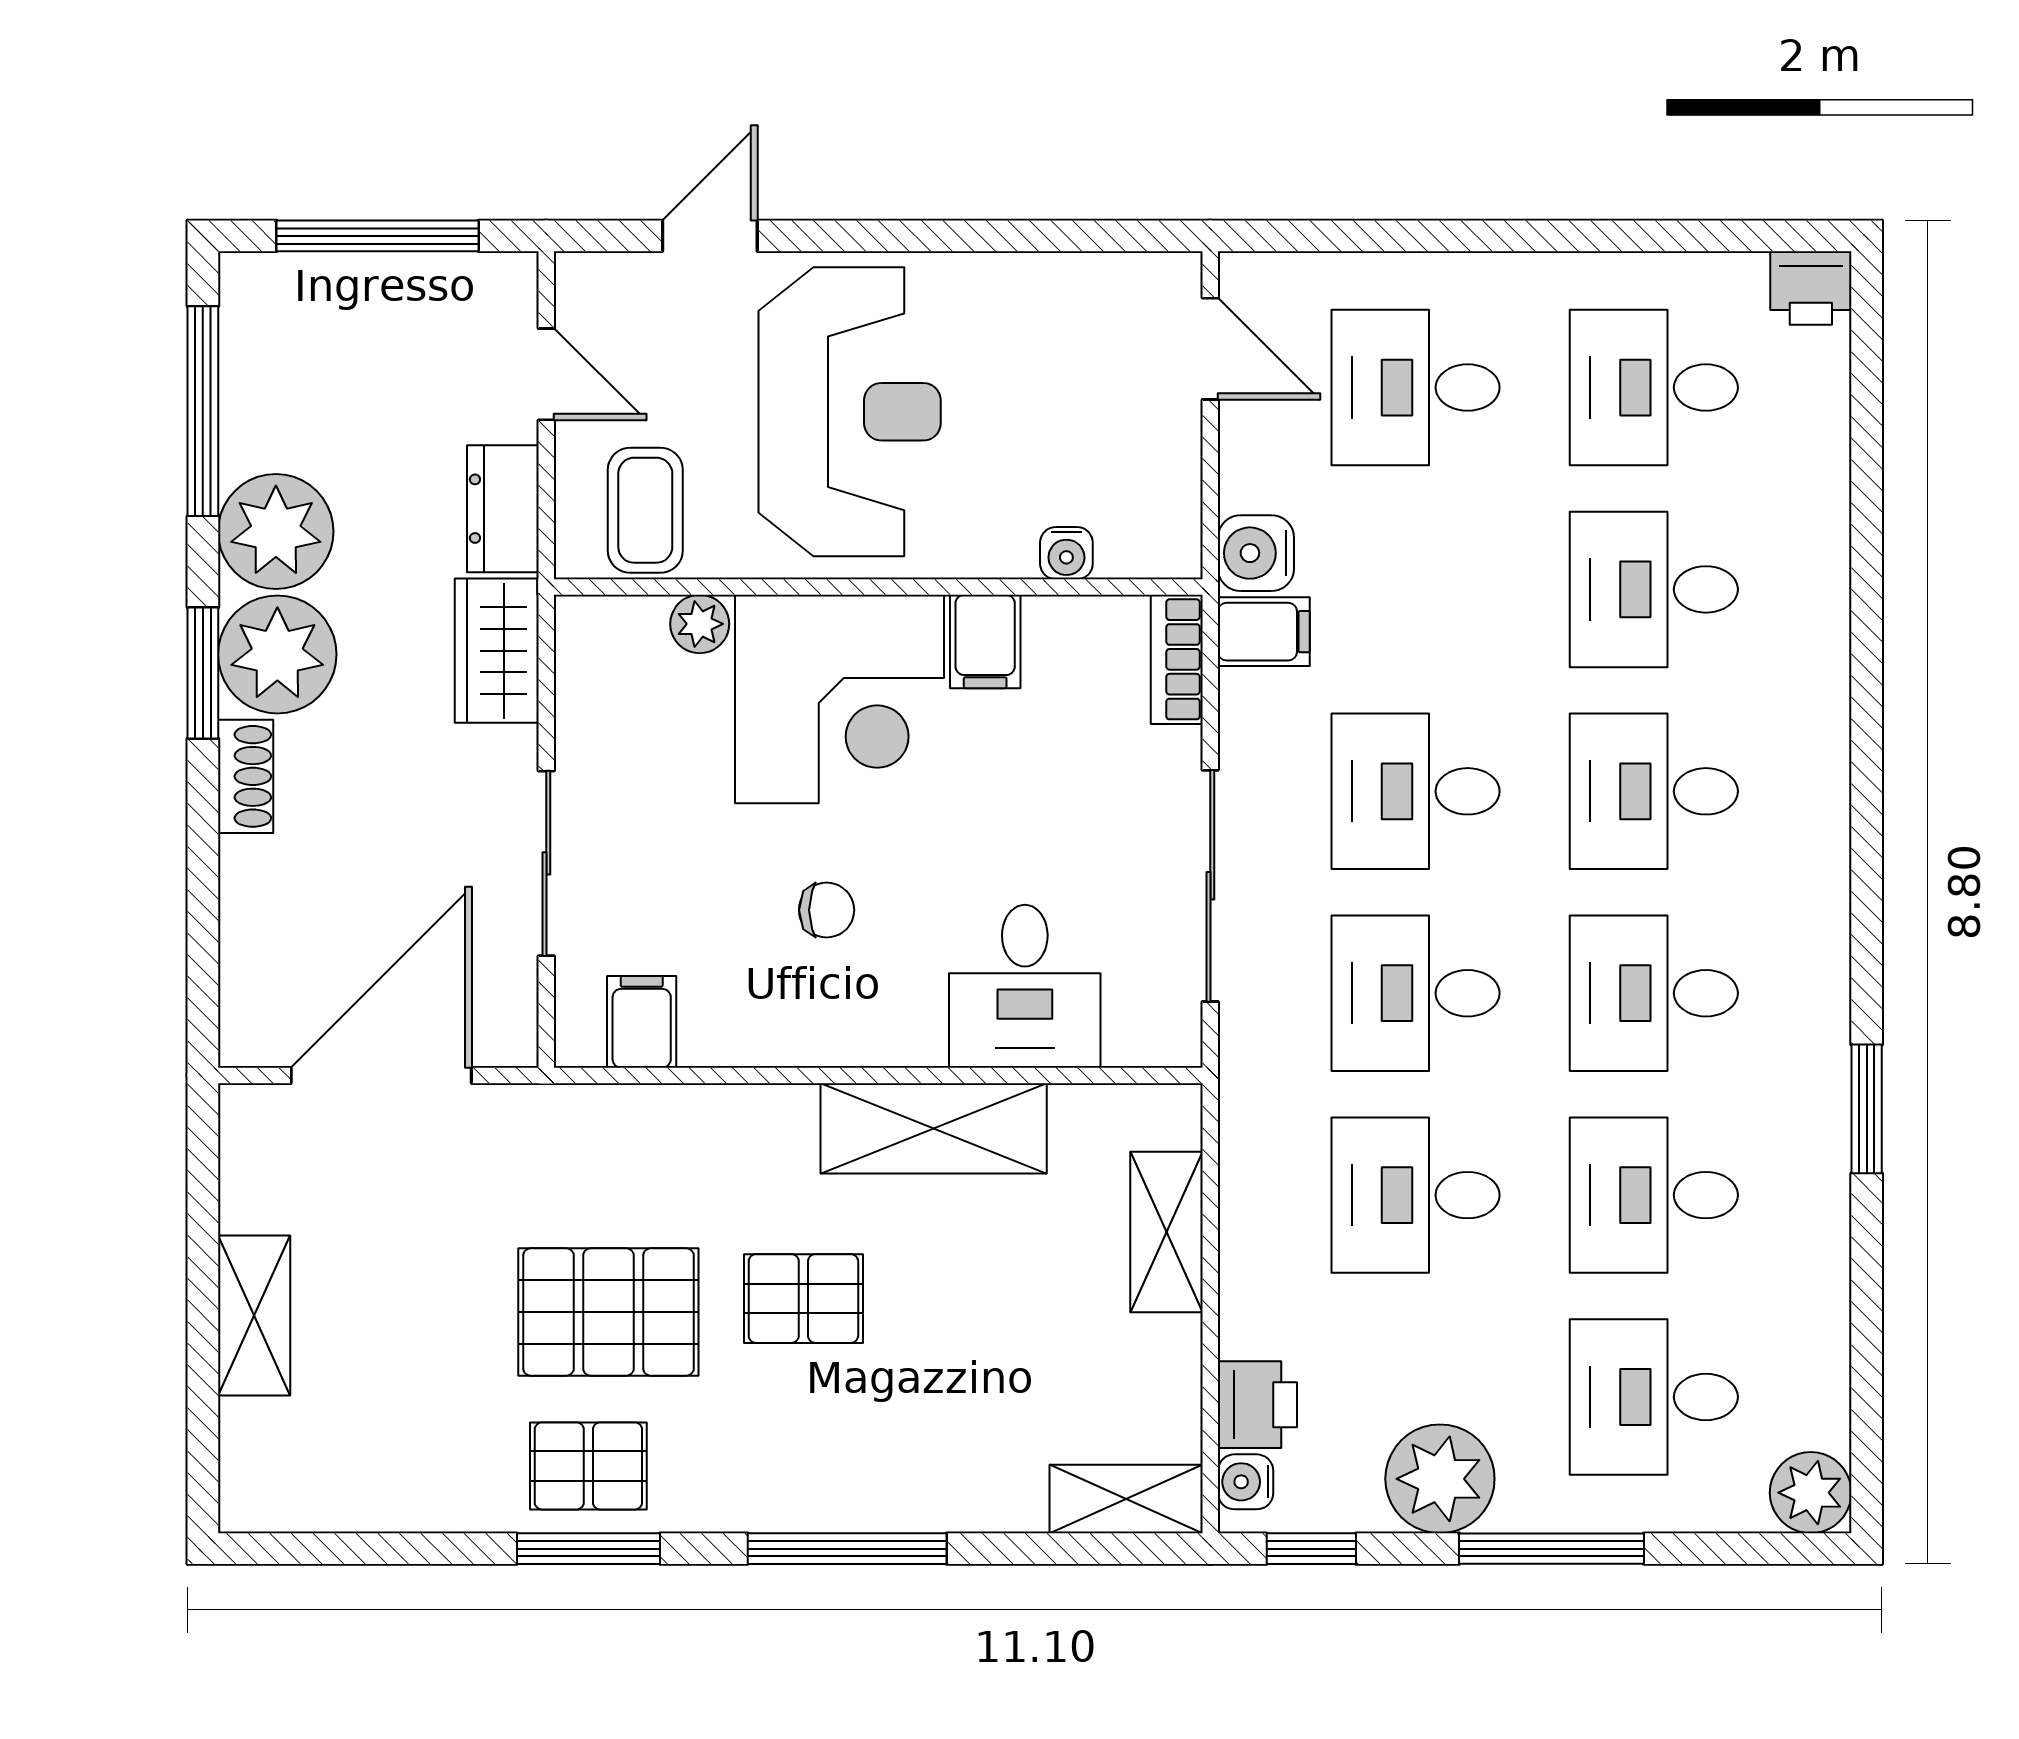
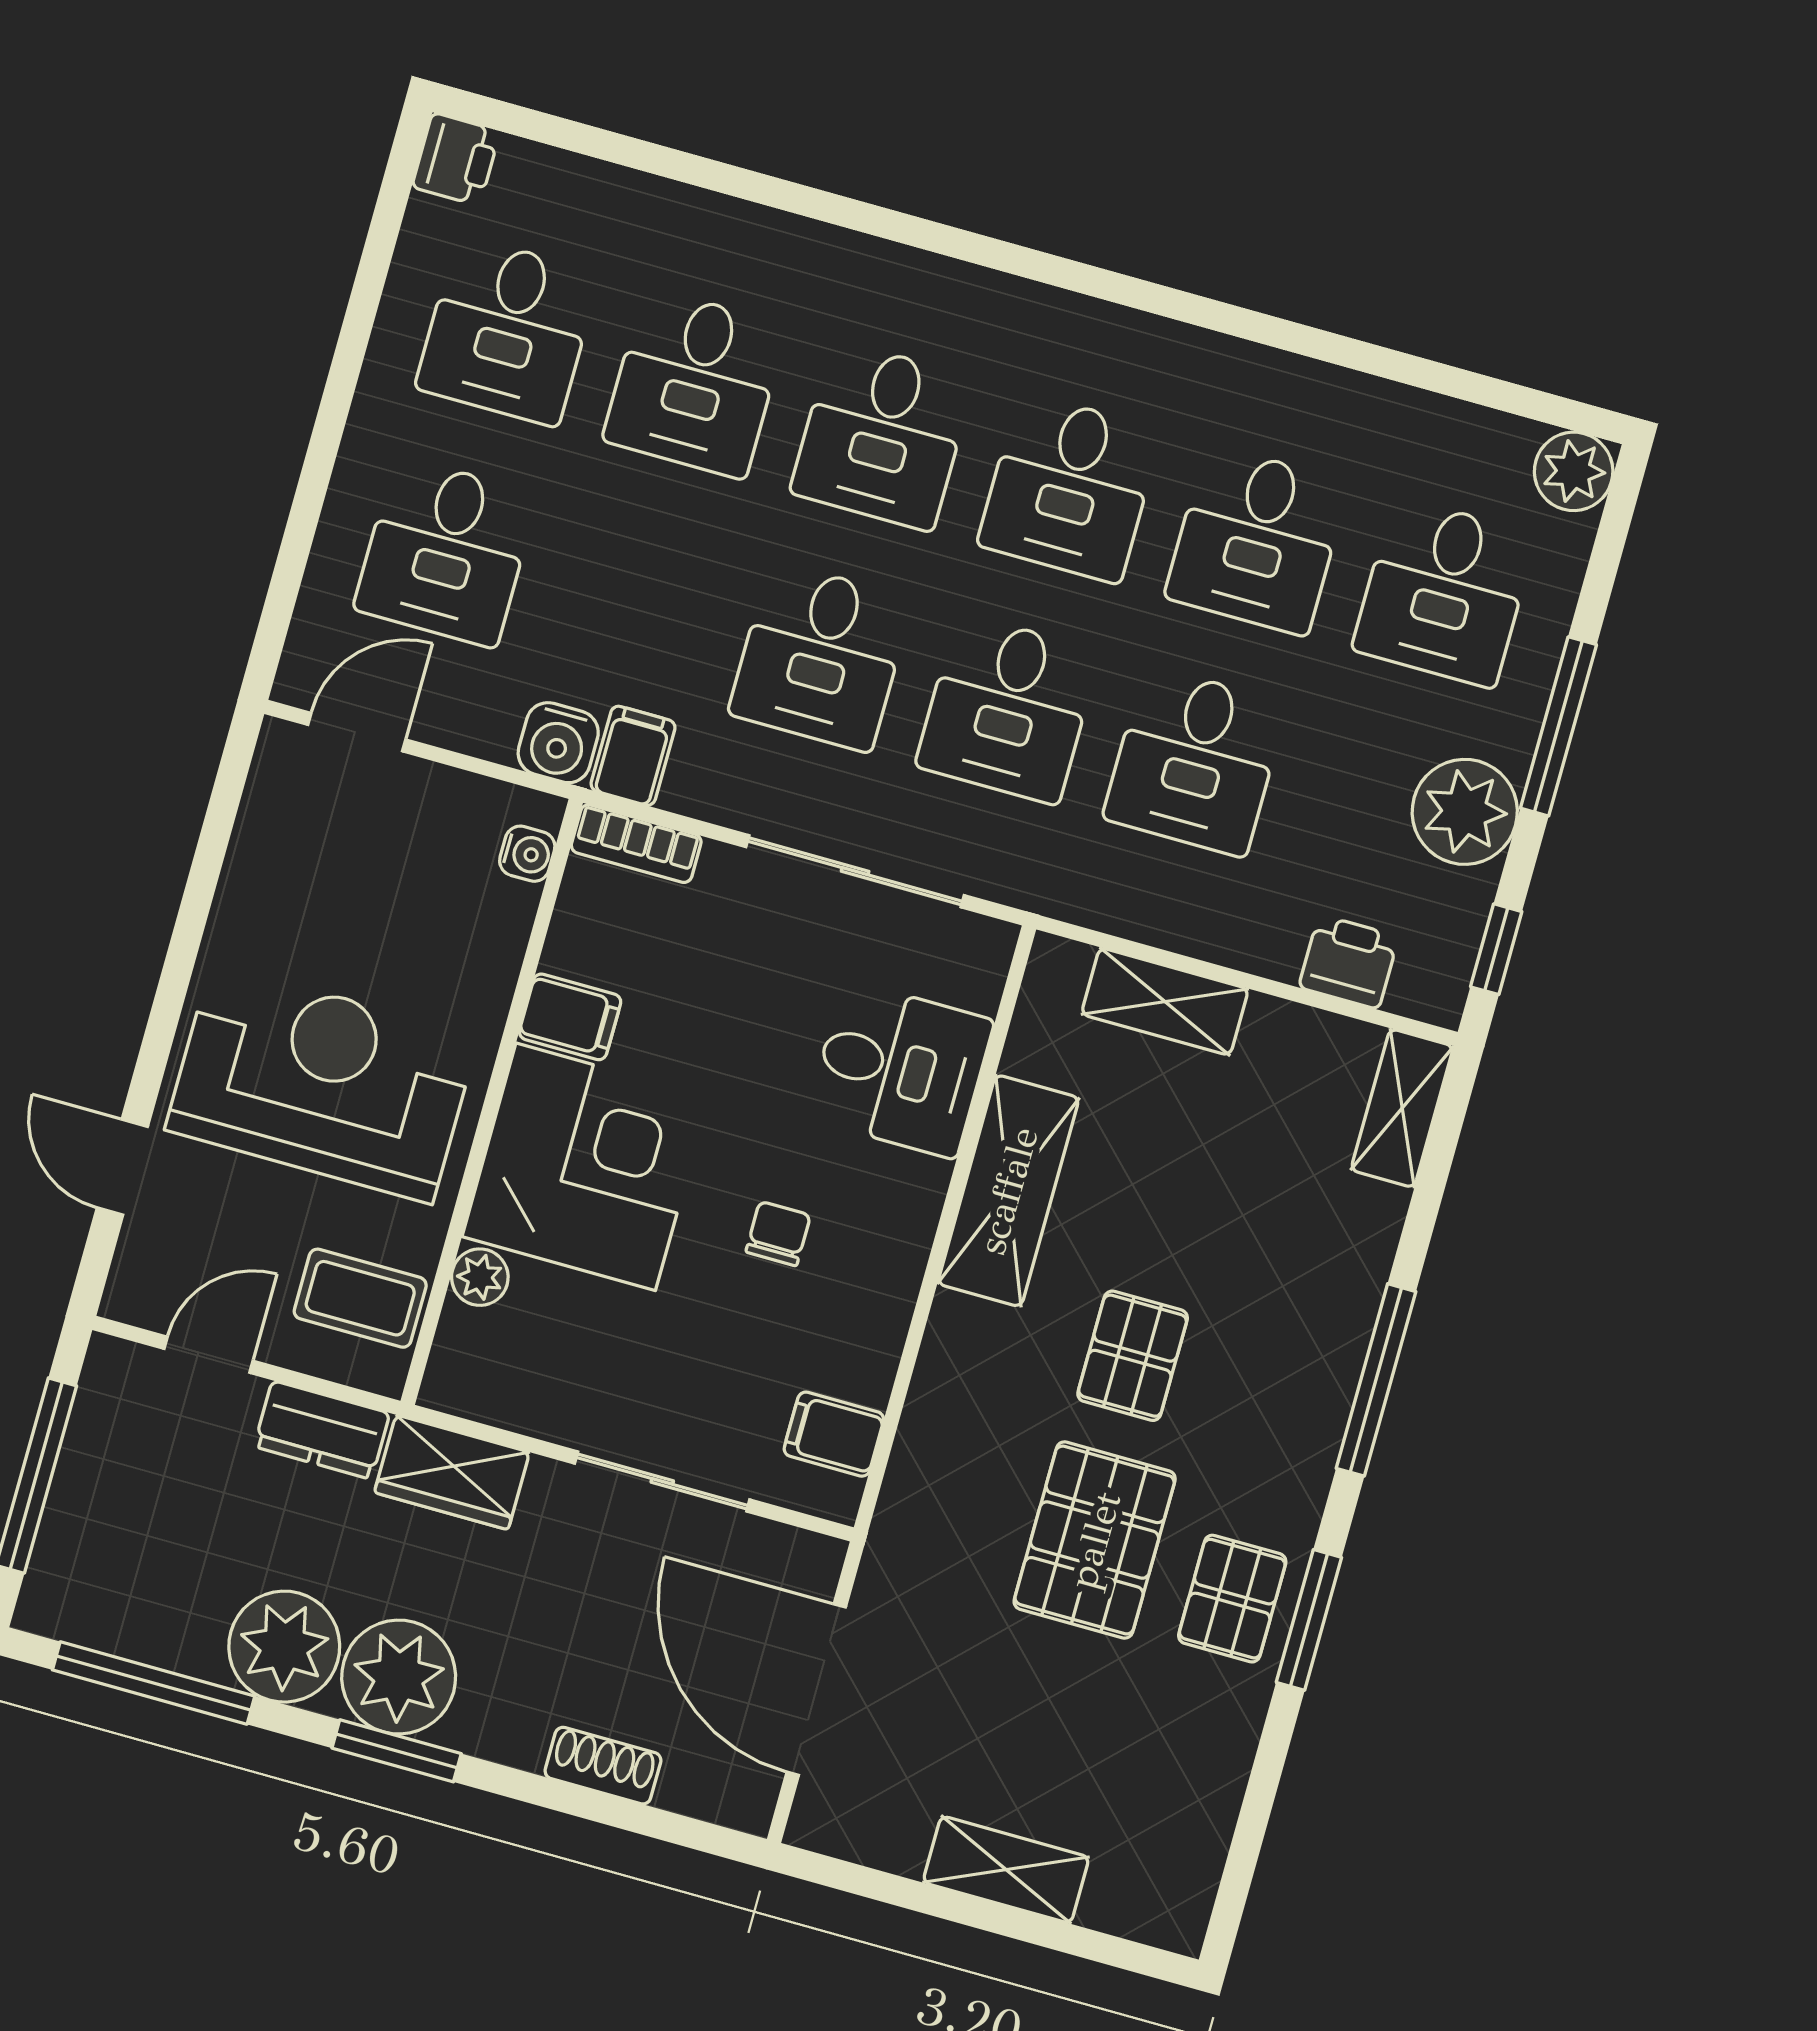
water cooler: (1066, 553) -> (527, 854), moved
shoe rack: (246, 776) -> (603, 1766), moved
window: (1867, 1109) -> (1232, 320), removed
water cooler: (1246, 1482) -> (1417, 993), removed

